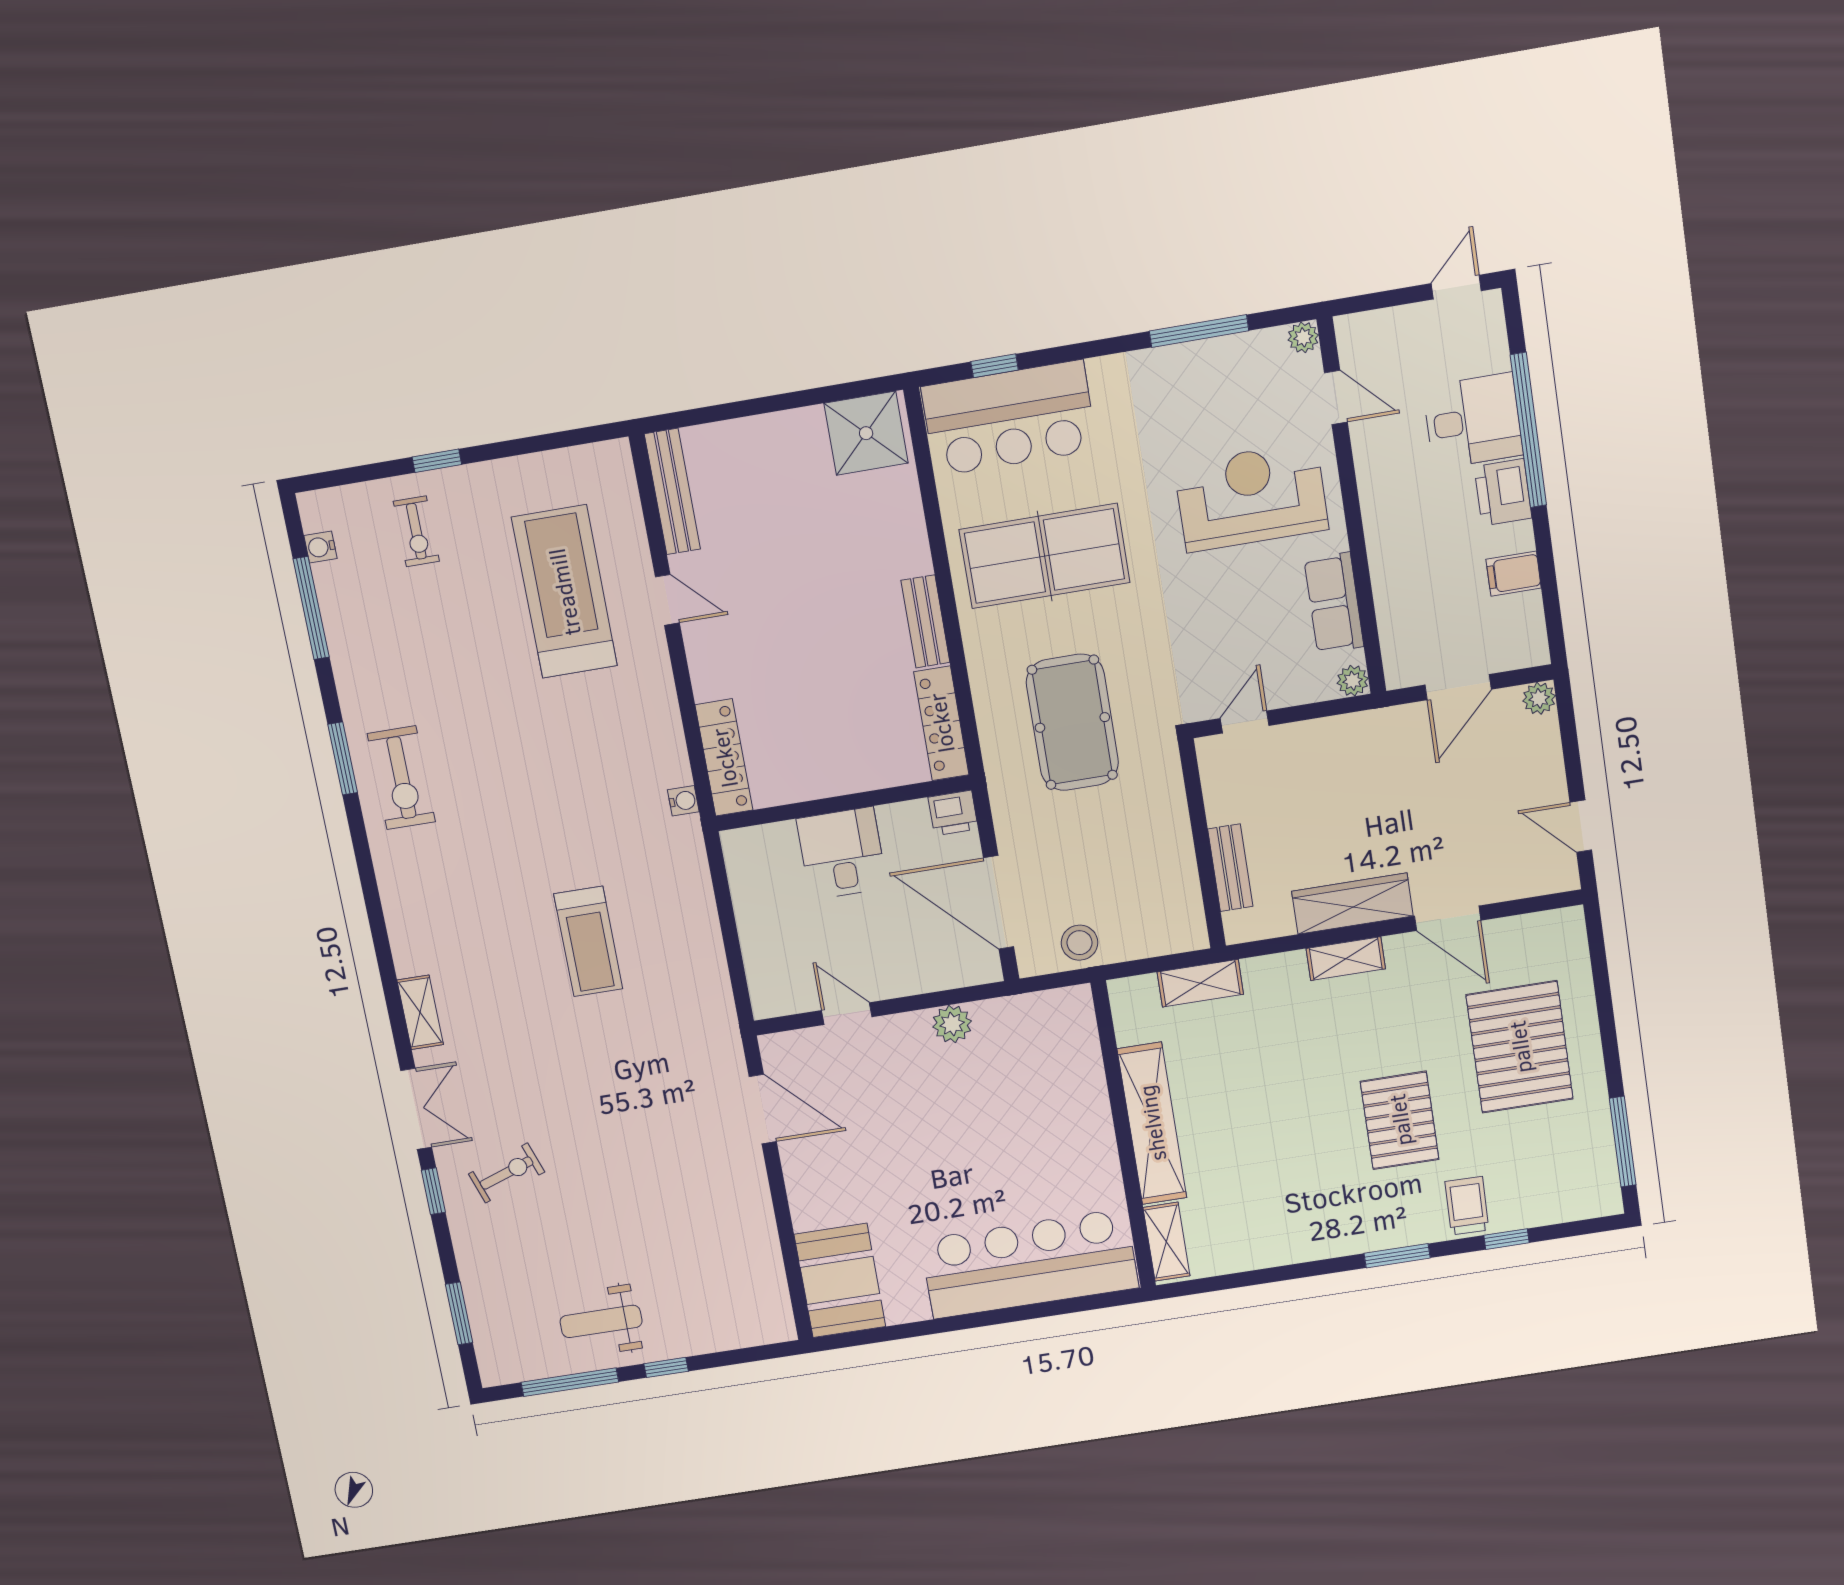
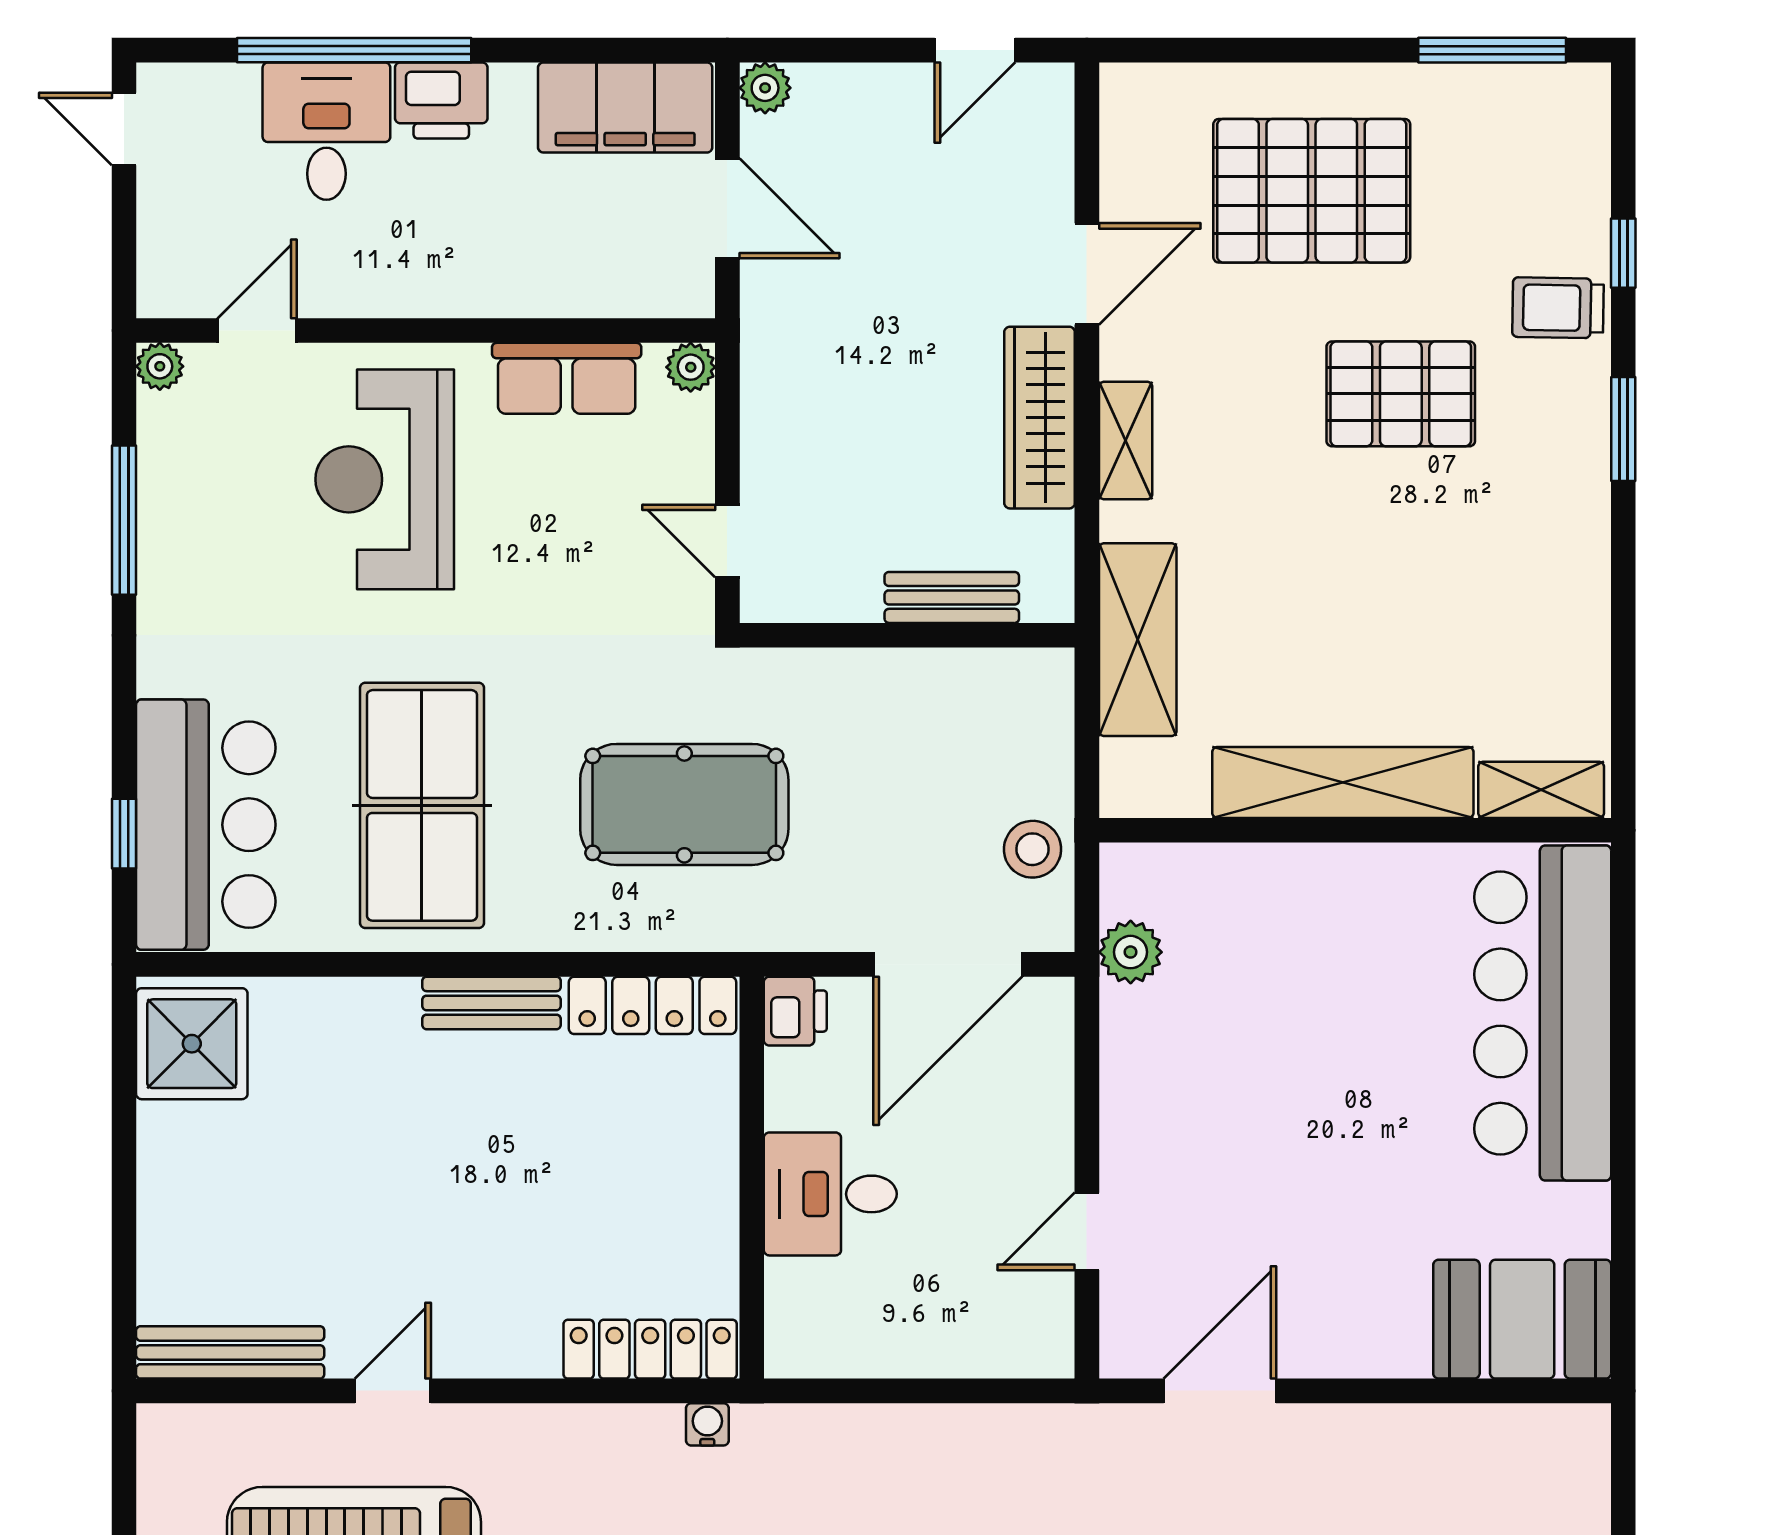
filing cabinet: (1514, 574) -> (625, 107), width x3.00, depth x1.17
shelving: (1200, 983) -> (1138, 640), width x1.50, depth x1.33
plant: (952, 1024) -> (1131, 952), moved

